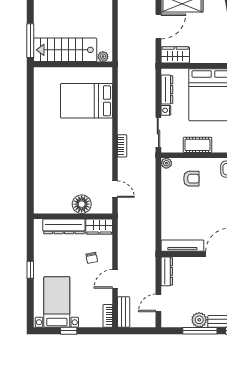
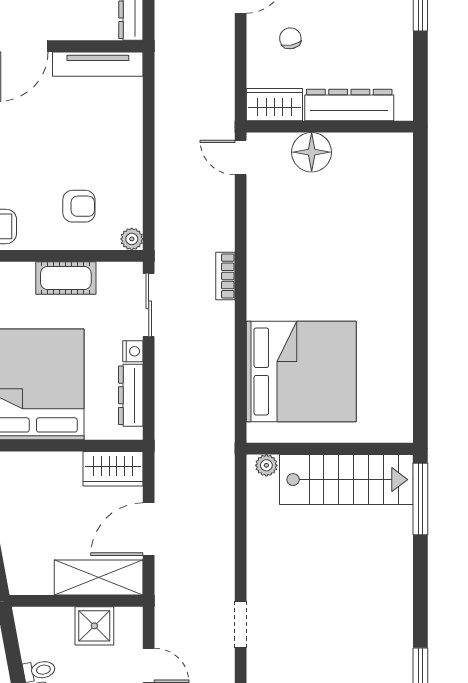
bed: (86, 101) -> (301, 371), width x1.36
armchair: (191, 179) -> (79, 206), turned 180
door: (115, 189) -> (241, 158), moved

